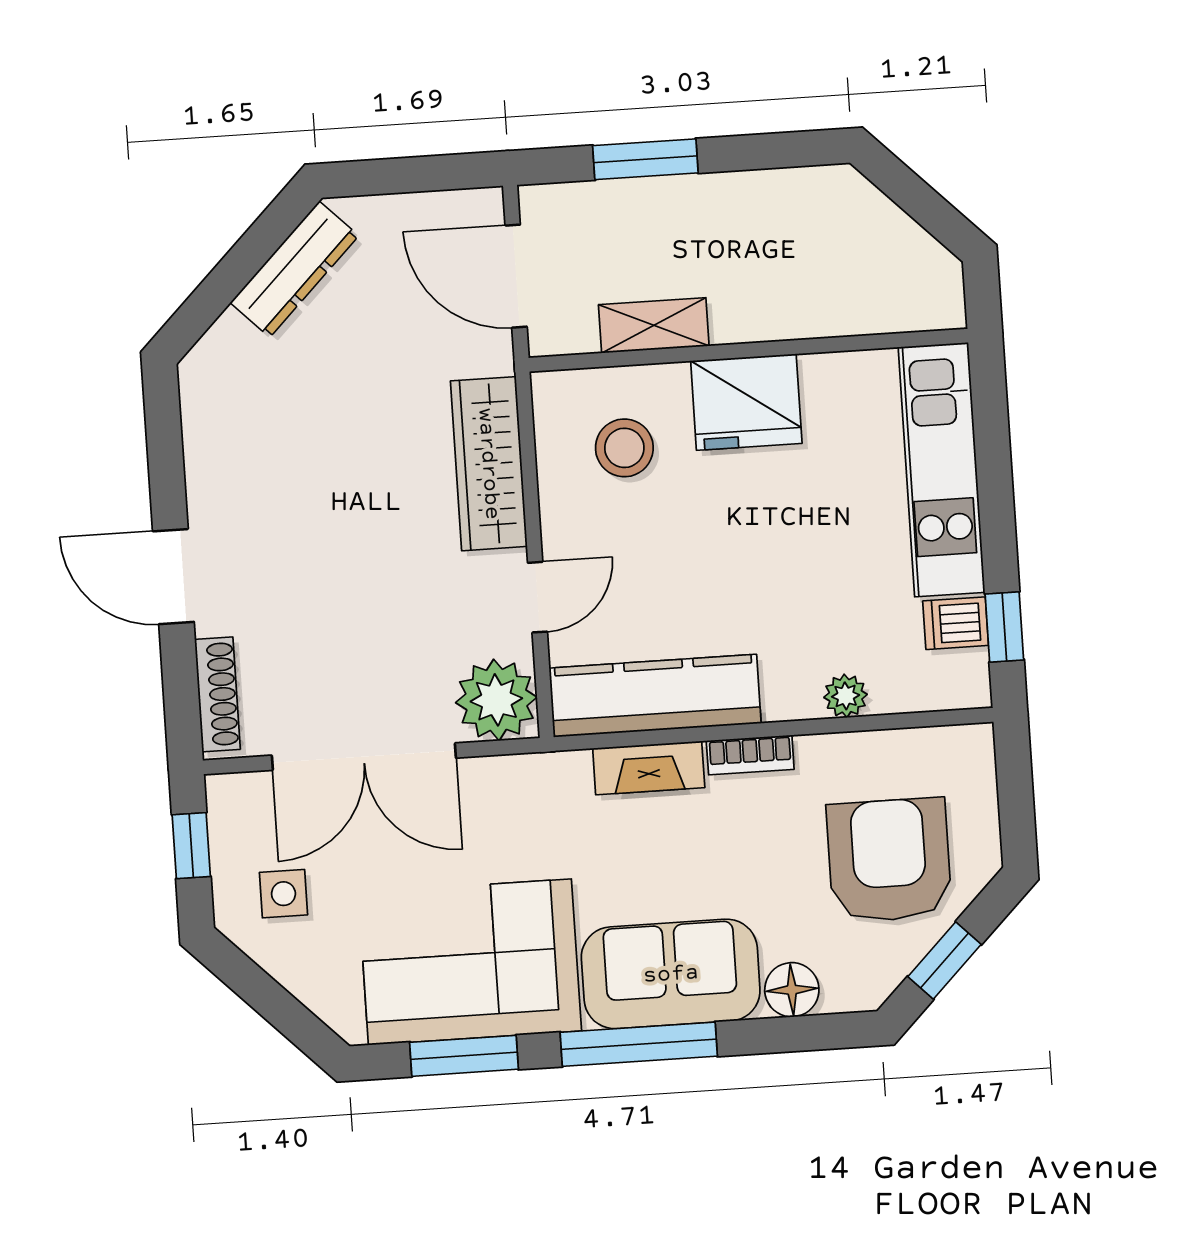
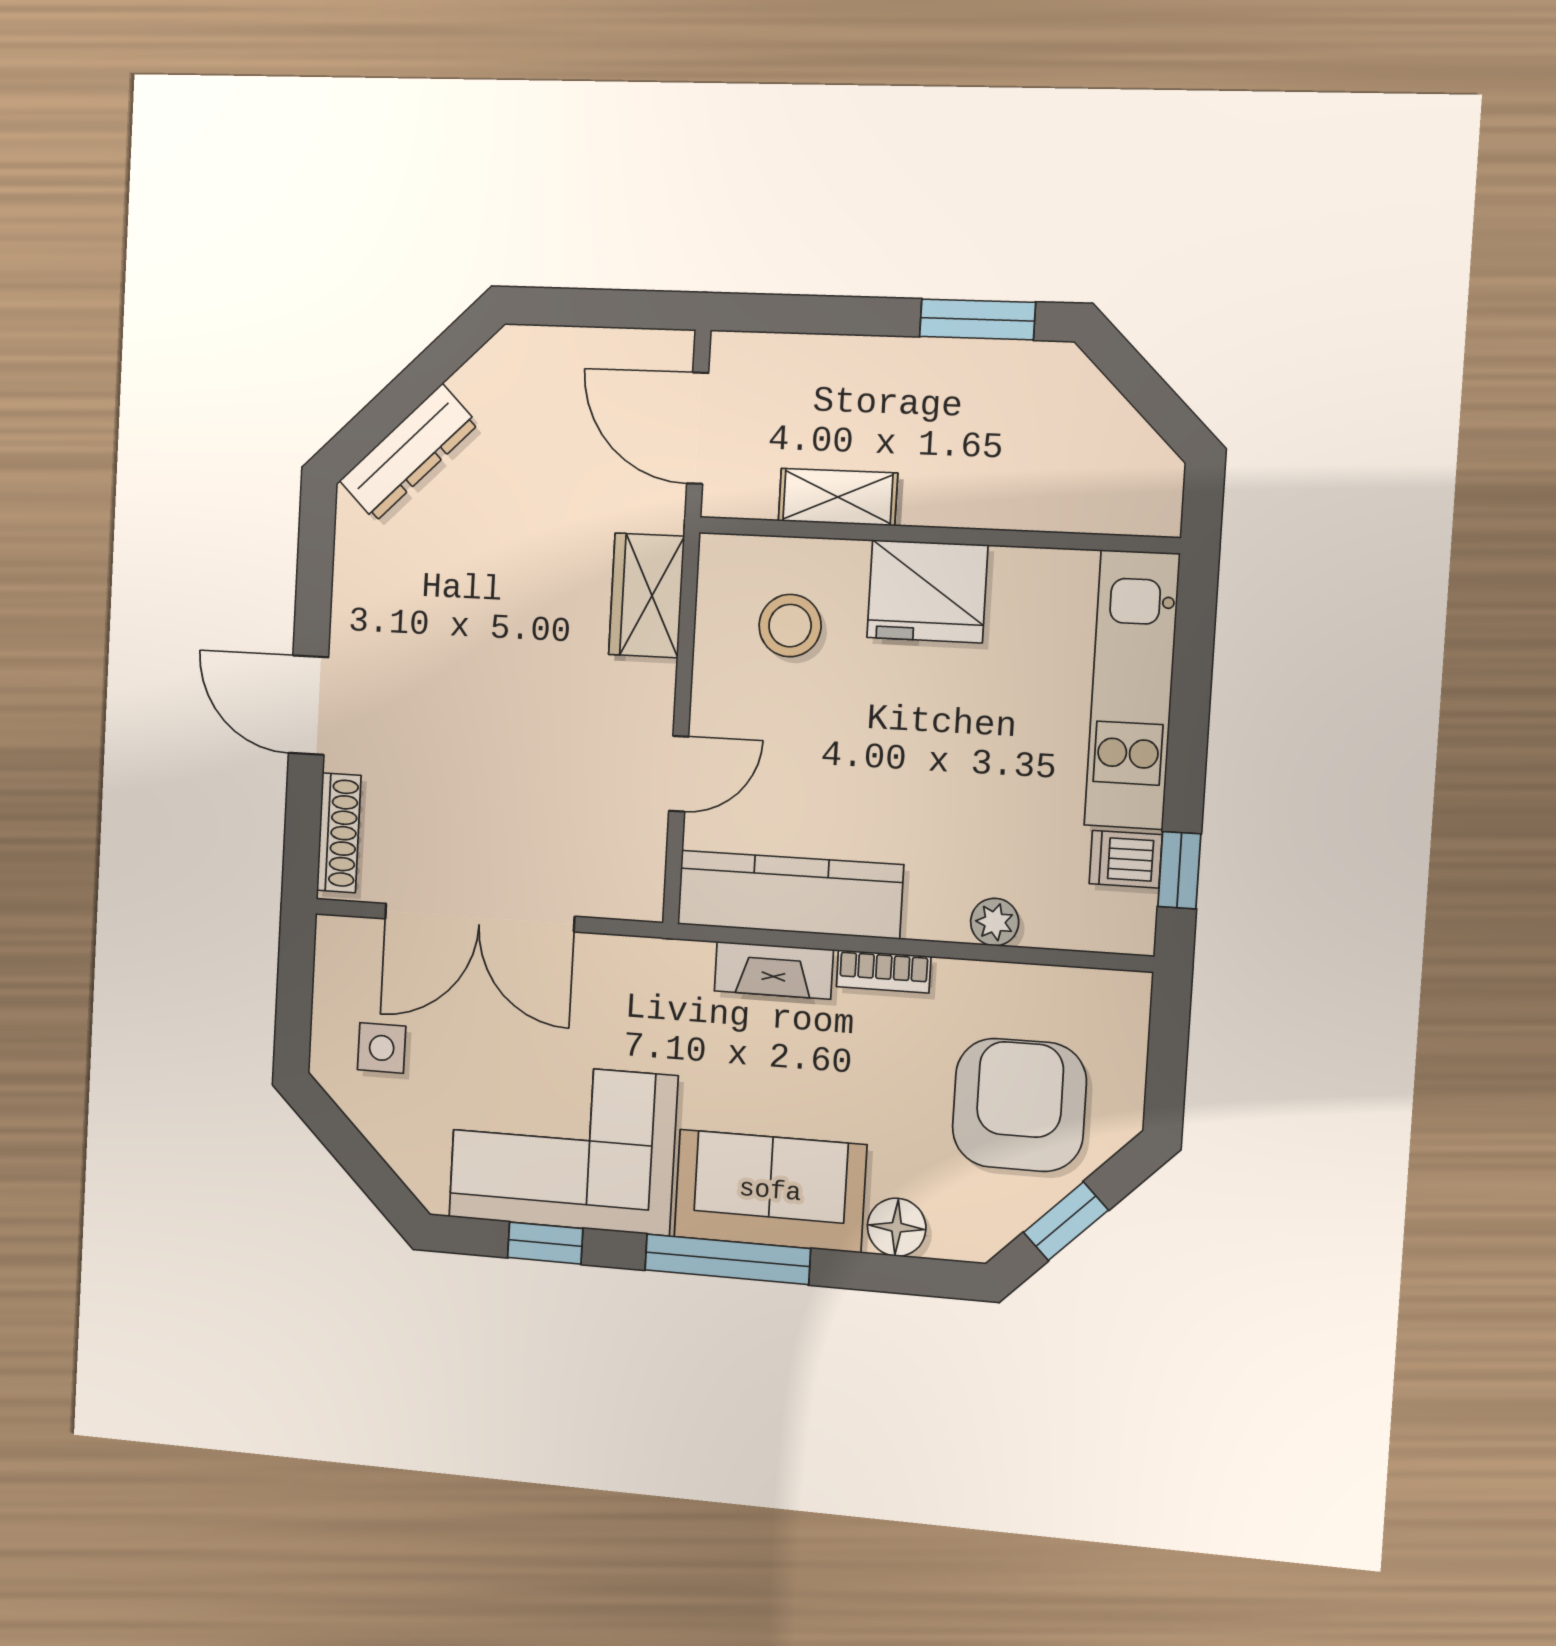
window: (645, 159) -> (977, 319), moved
dresser: (294, 269) -> (409, 453), moved
wardrobe: (489, 464) -> (646, 595), width x0.67
plant: (496, 700) -> (623, 877), removed
window: (191, 846) -> (295, 985), removed
window: (464, 1056) -> (545, 1243), width x0.67

